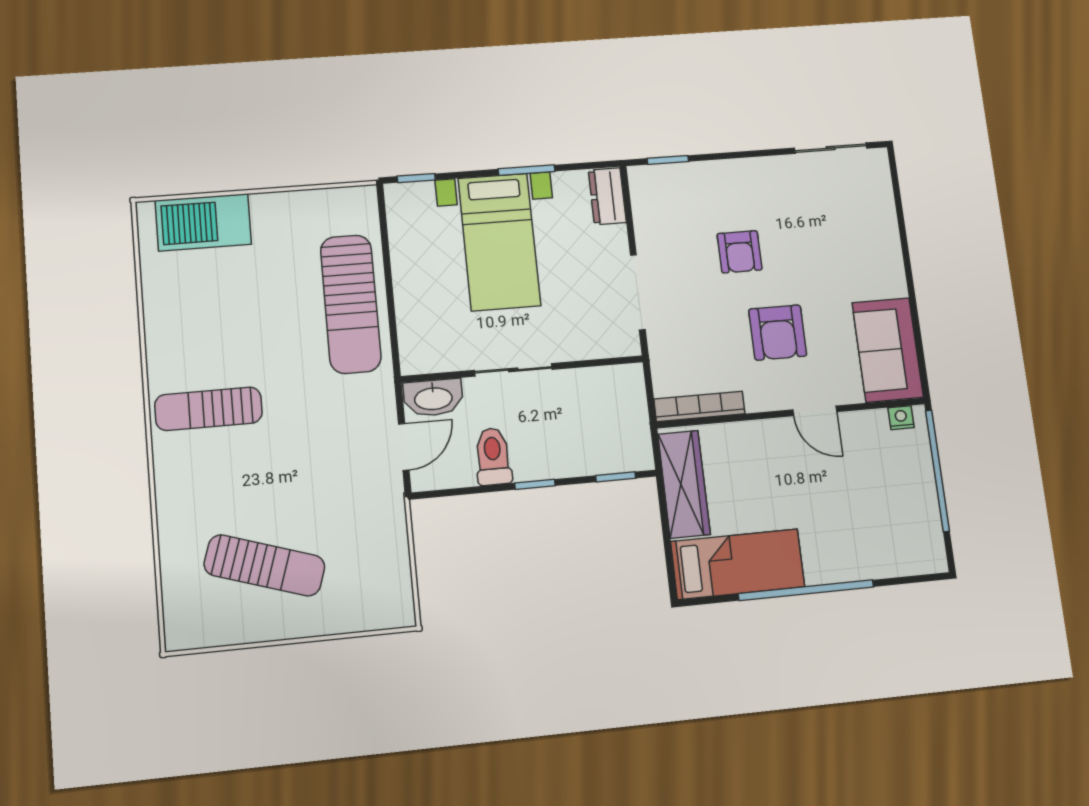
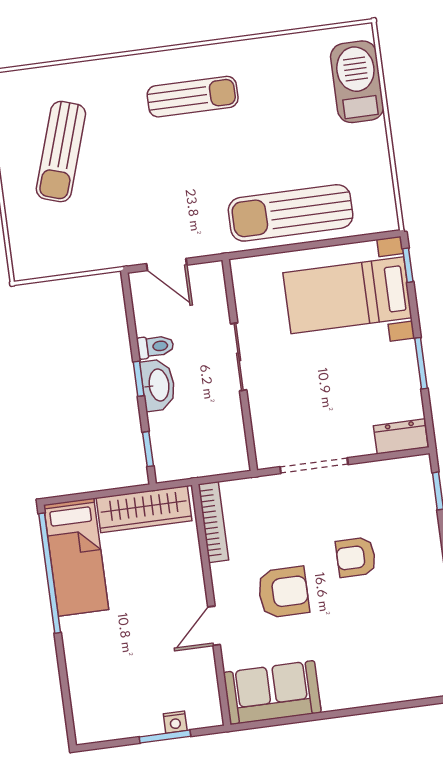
bed with nightstands: (499, 242) -> (347, 295), moved
armchair: (778, 333) -> (283, 592), turned 180
washbasin: (433, 398) -> (158, 385), moved, turned 180
sun lounger: (209, 409) -> (193, 97), turned 90
nightstand: (901, 418) -> (175, 722), moved, turned 90
toilet: (493, 456) -> (155, 347), width x0.73, depth x0.72
window: (937, 471) -> (165, 737), width x0.47
window: (806, 590) -> (50, 573), moved

